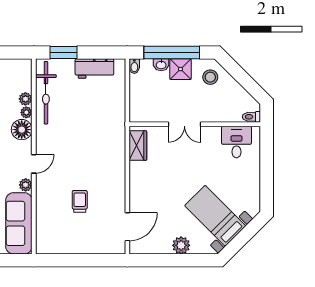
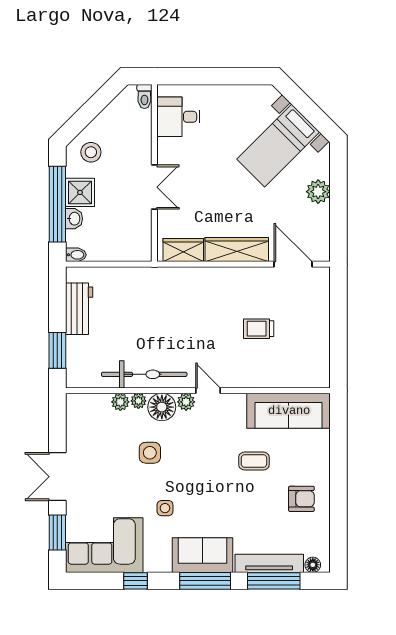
bicycle: (46, 93) -> (144, 374), moved
plant: (26, 185) -> (186, 402), moved
wardrobe: (138, 185) -> (237, 250), added

